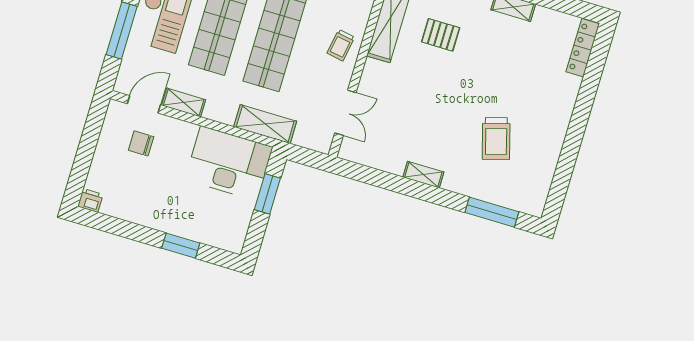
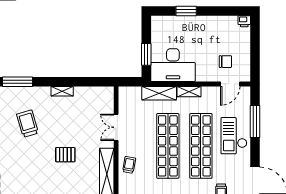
pallet: (441, 35) -> (65, 155), moved
trolley: (341, 45) -> (129, 165), moved
shelving: (184, 102) -> (189, 92), moved
double door: (345, 113) -> (116, 127), moved

